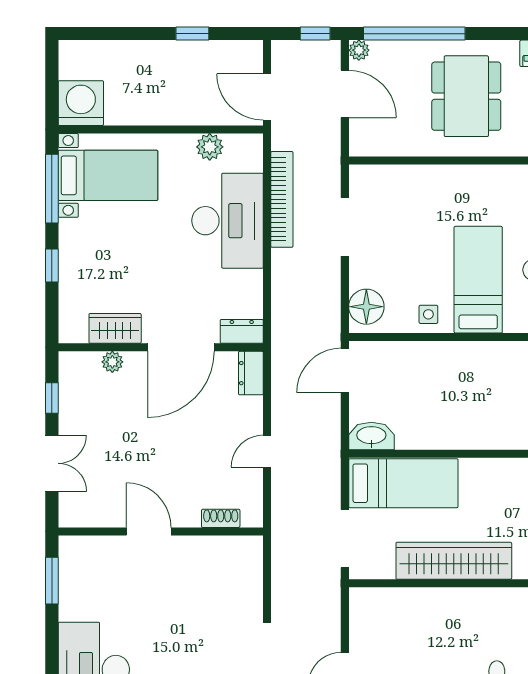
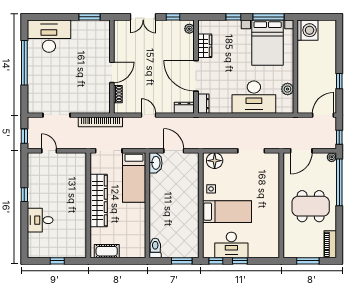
door: (345, 94) -> (301, 151), moved
door: (267, 97) -> (323, 115), moved
bed with nightstands: (108, 175) -> (268, 43), width x1.36
bookcase: (282, 199) -> (100, 122), moved
plant: (112, 362) -> (189, 29), moved
door: (345, 370) -> (174, 151), moved
door: (149, 531) -> (112, 72), moved

